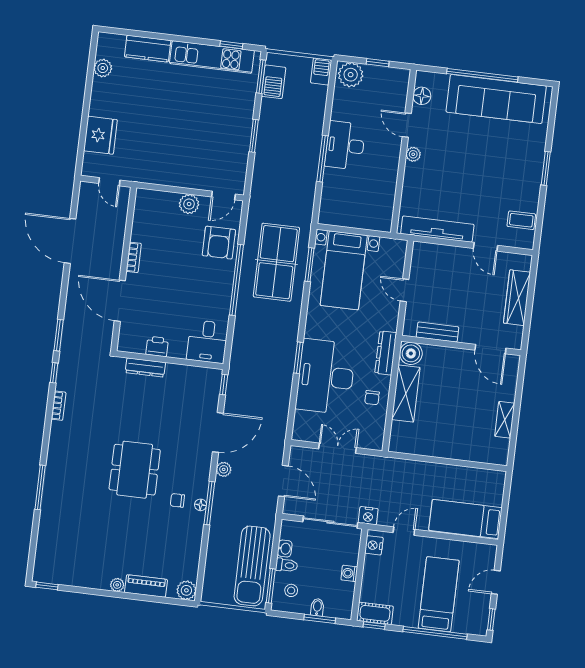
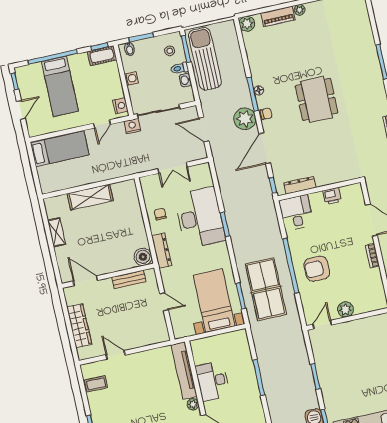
desk: (345, 145) -> (213, 381), moved, turned 180
tv unit: (437, 229) -> (184, 371), moved, turned 90
armchair: (219, 243) -> (317, 269), moved, turned -90
dresser: (145, 367) -> (300, 185), moved
shelving: (406, 393) -> (90, 197), moved, turned 90
plant: (224, 469) -> (245, 119), width x1.88, depth x1.88
chair: (177, 500) -> (266, 114), moved
bidet: (317, 607) -> (129, 49), moved

